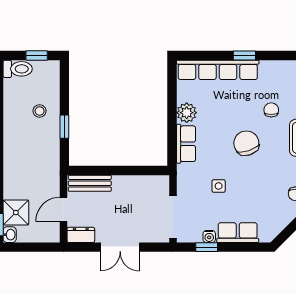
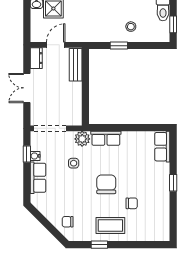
row of seats: (218, 70) -> (162, 147), width x0.50
plant: (187, 113) -> (82, 139), moved
chair: (246, 143) -> (106, 184), turned -72
door: (63, 209) -> (56, 45), hinge flipped

